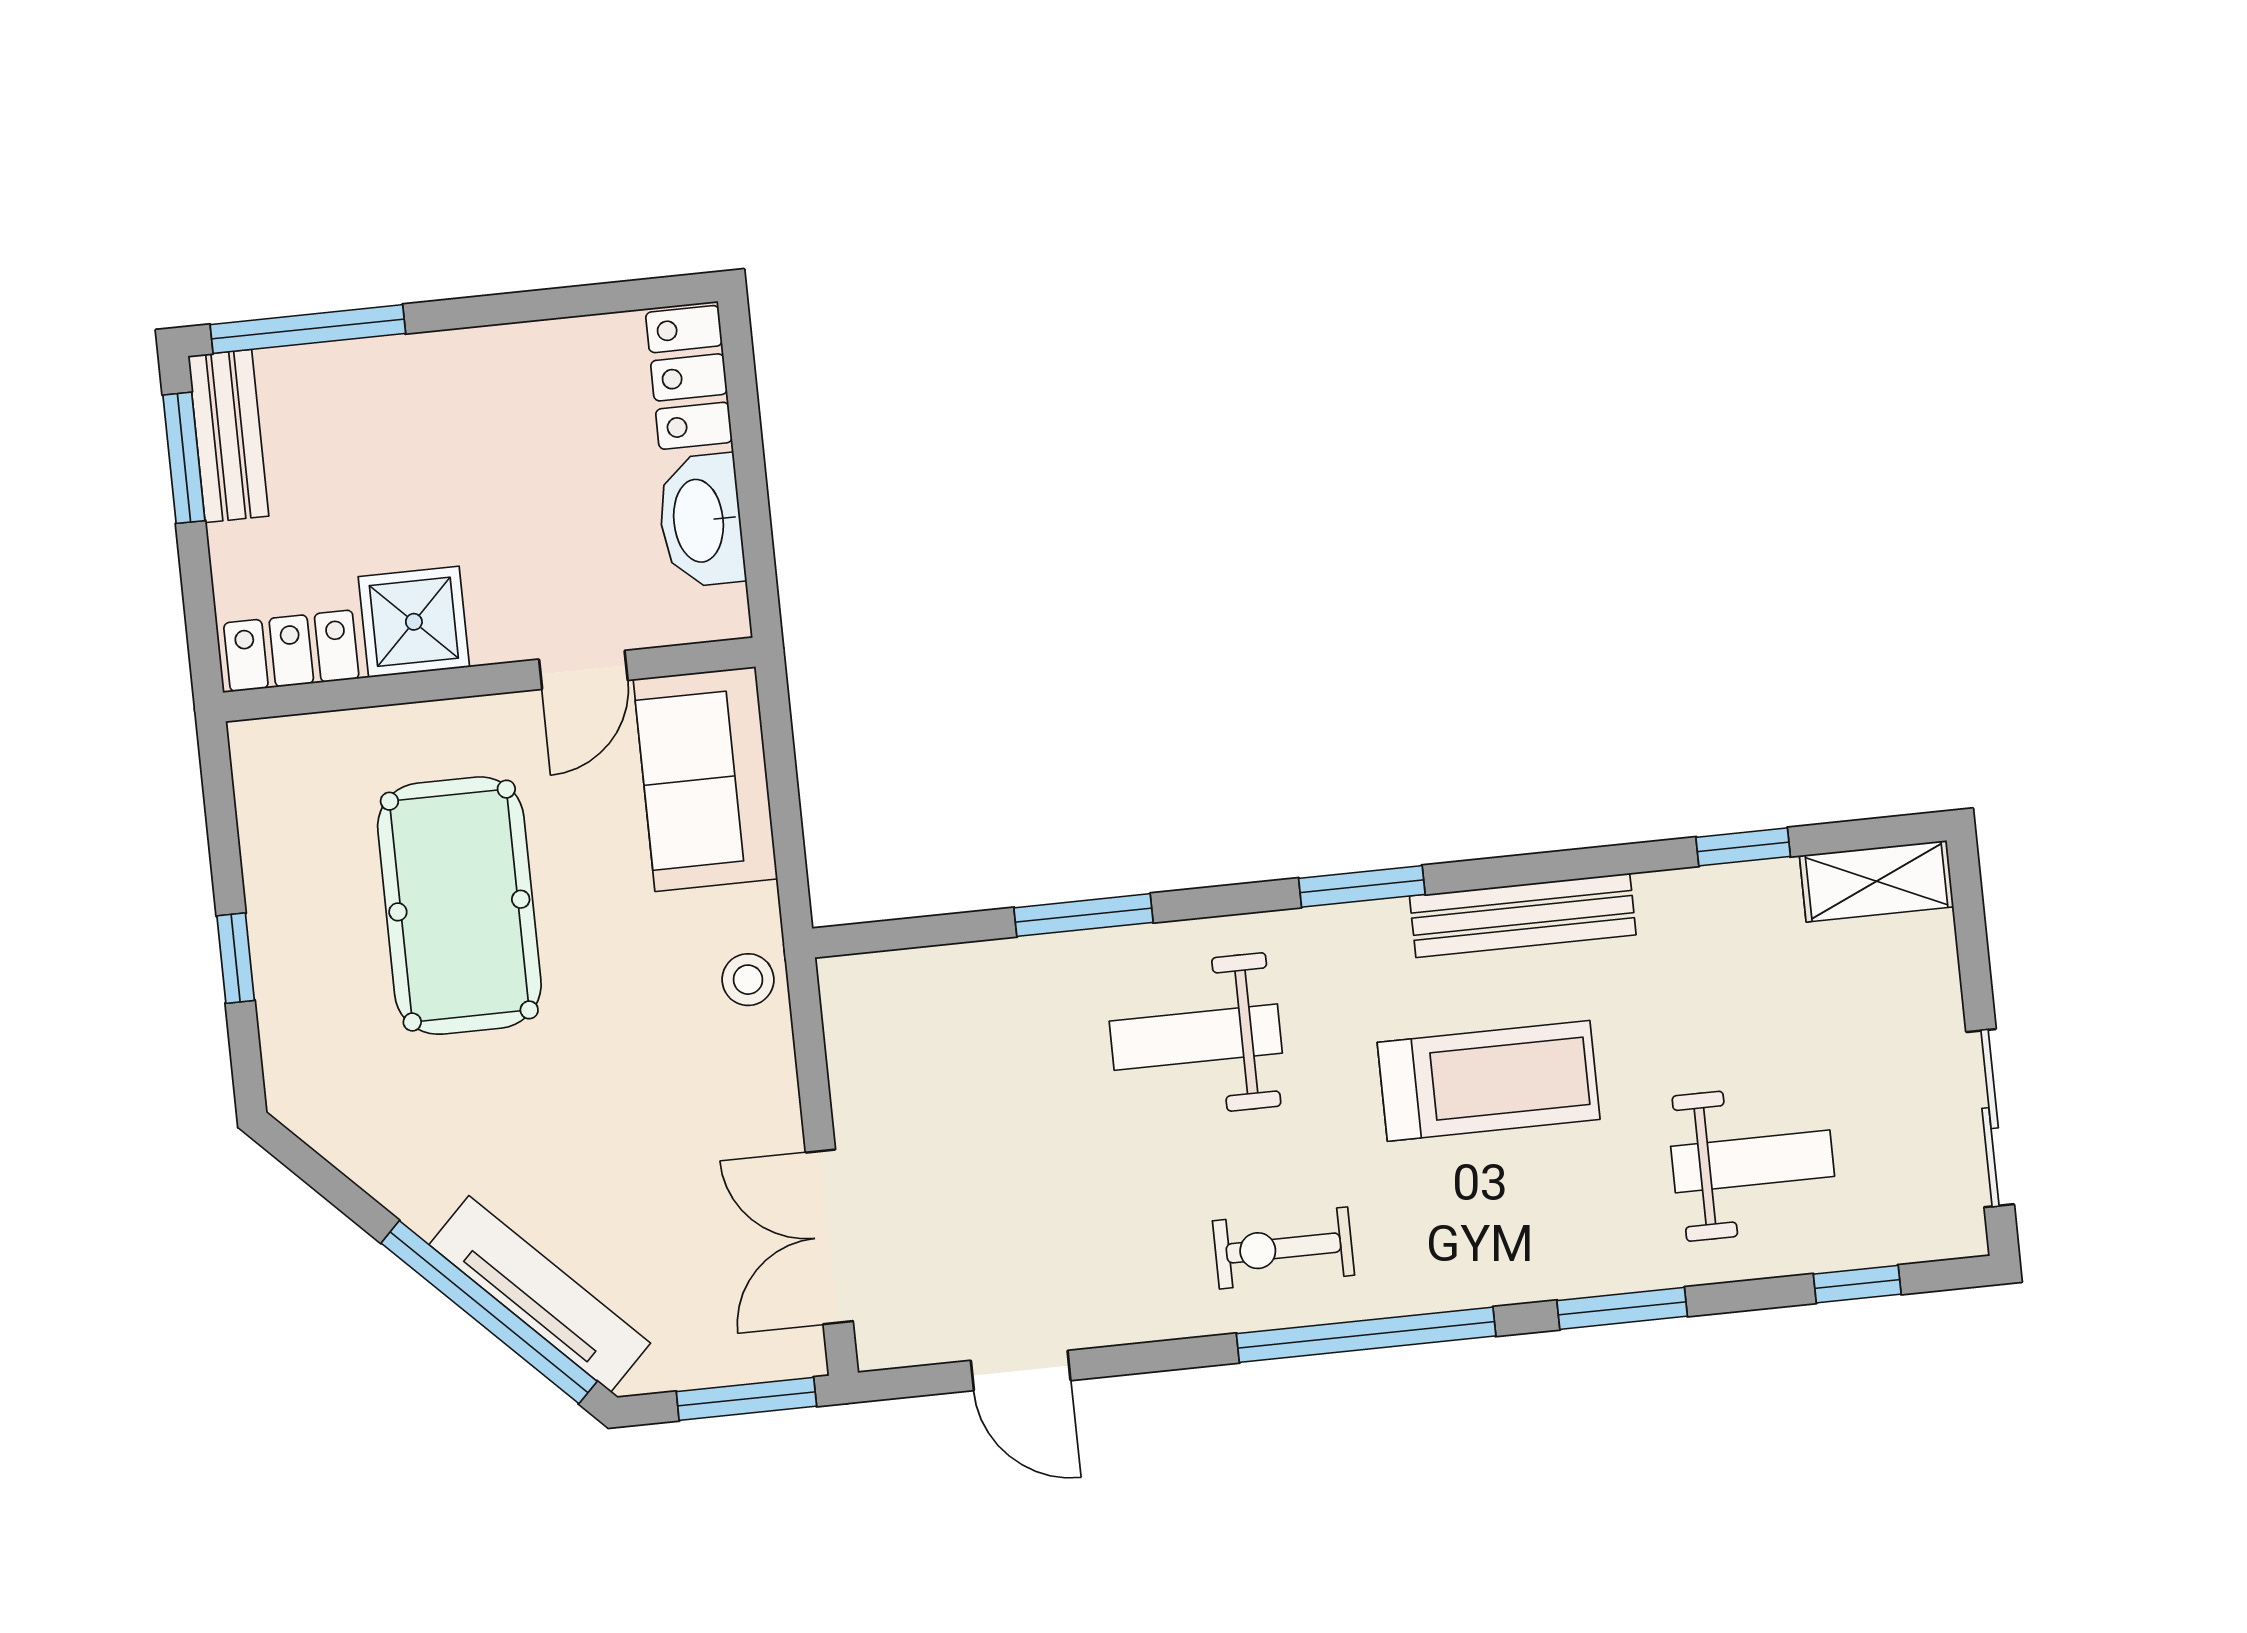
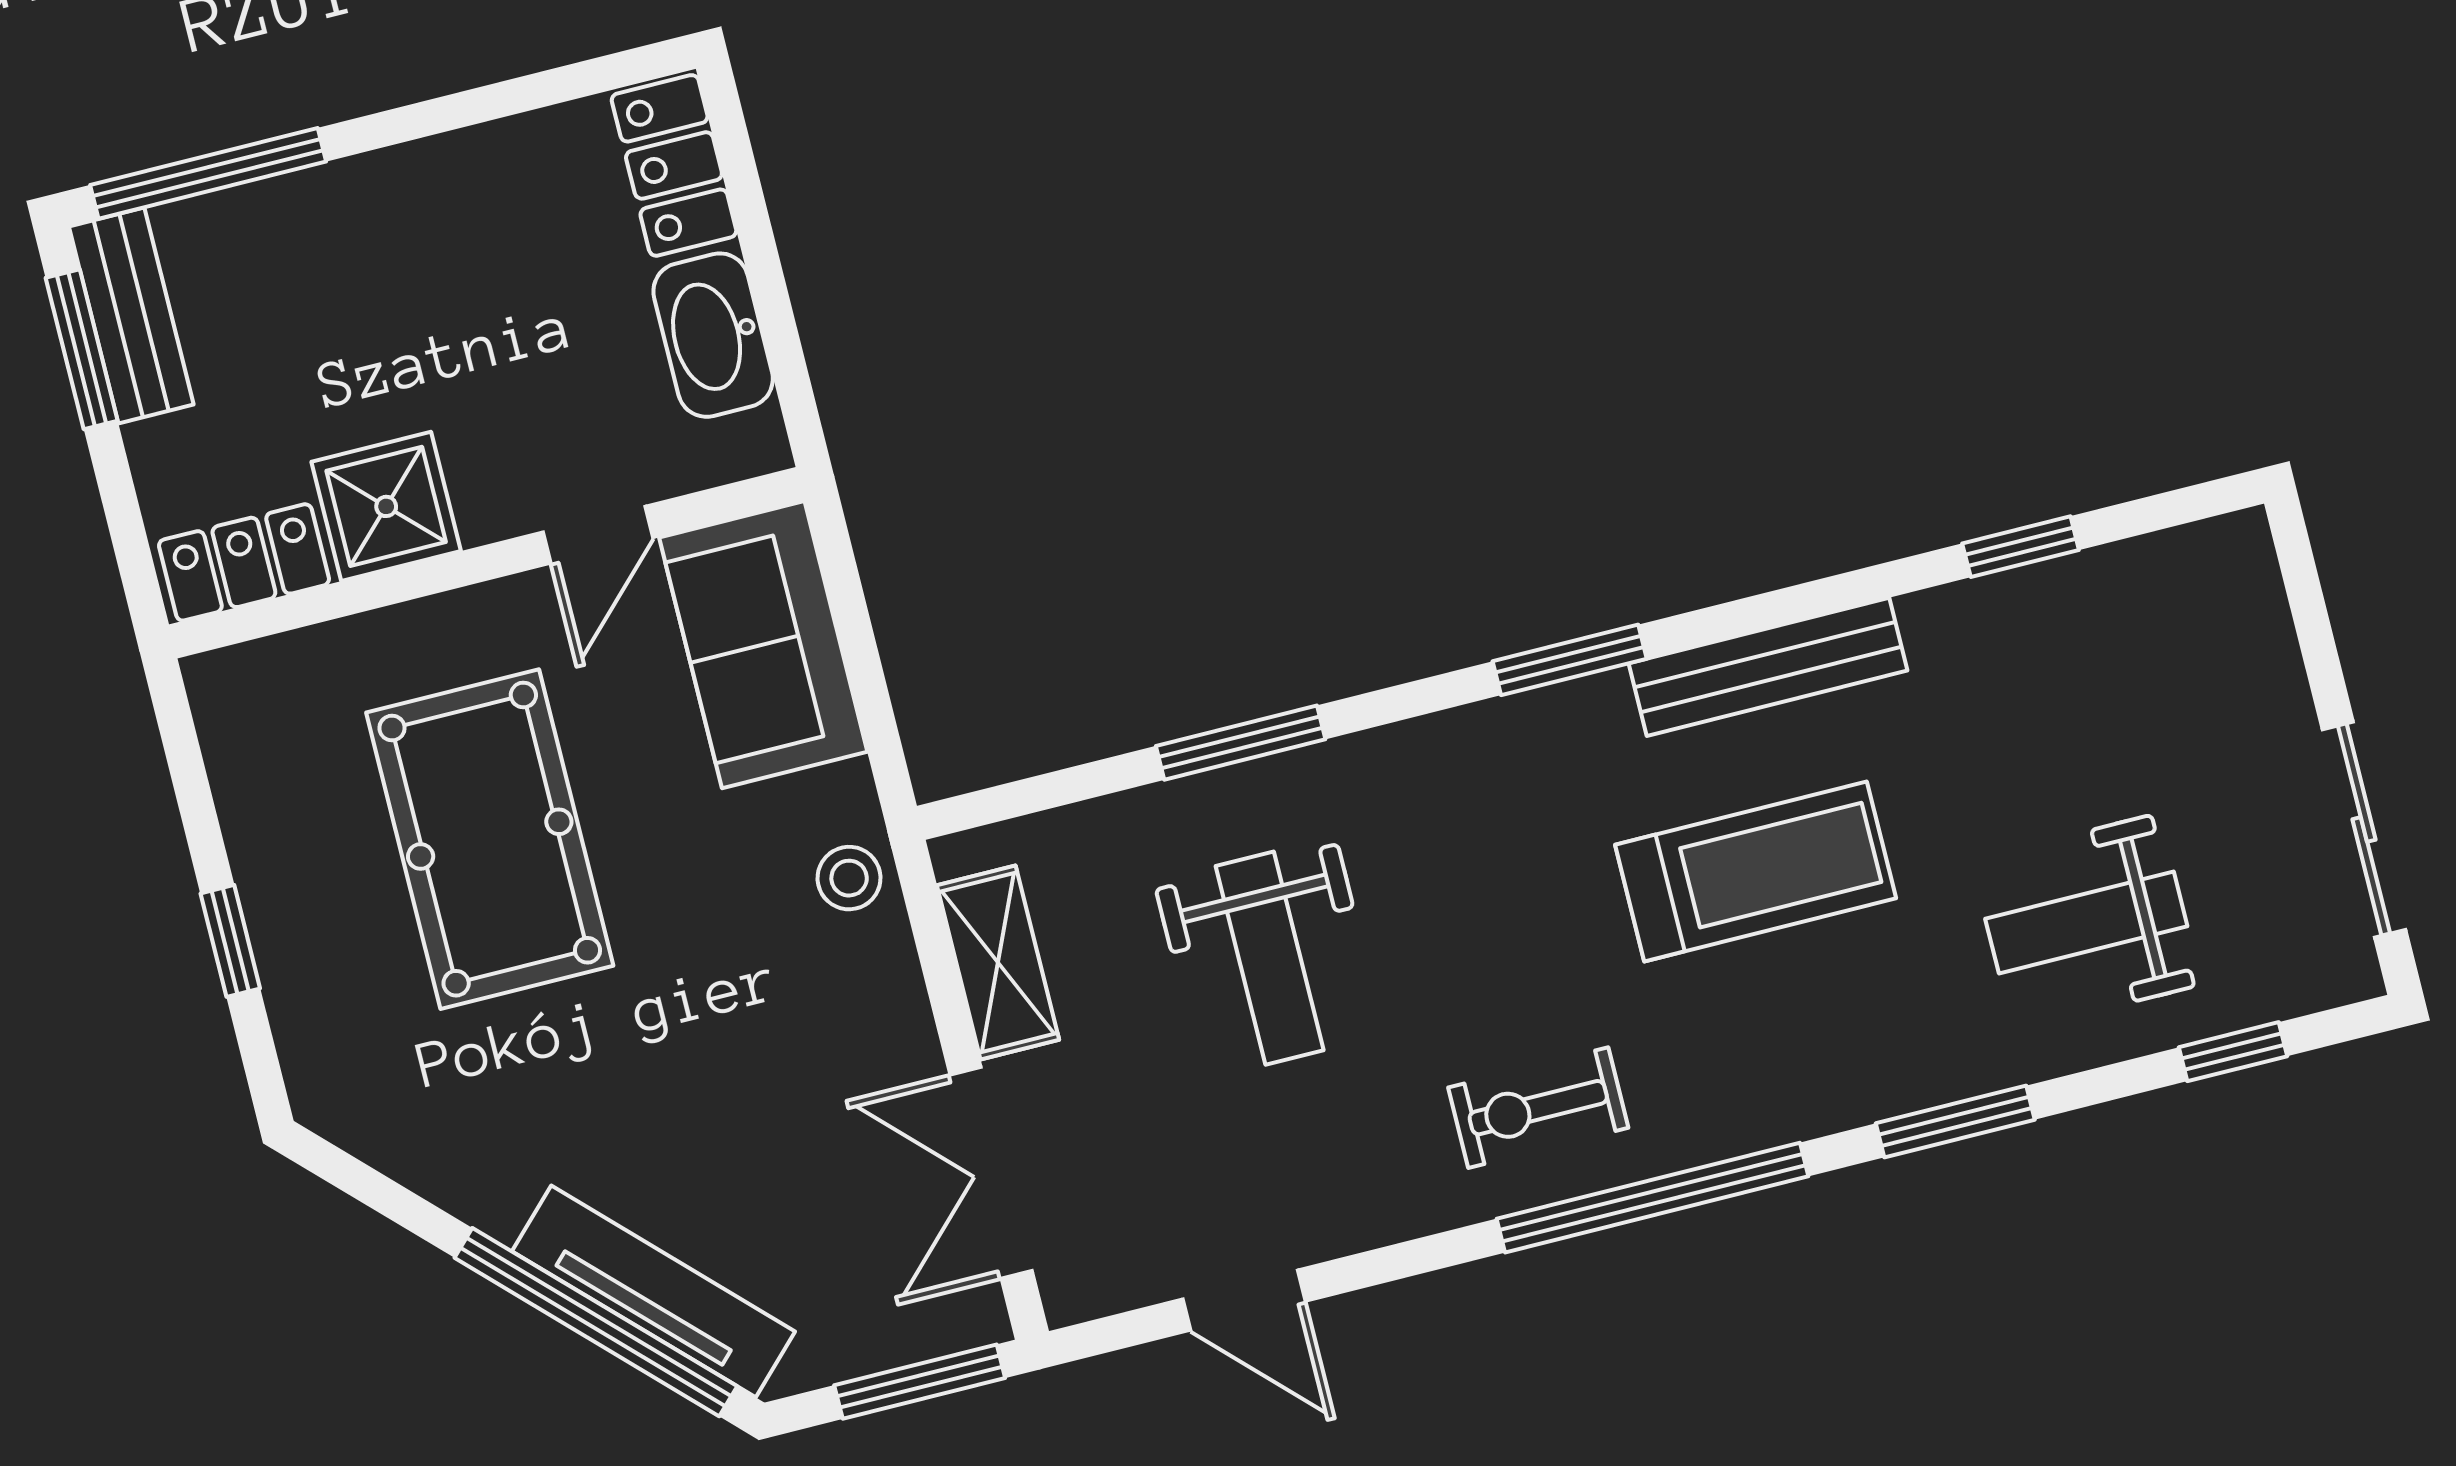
shelving: (1877, 881) -> (998, 963), moved, turned 90
weight bench: (1196, 1037) -> (1270, 958), moved, turned -90
weight bench: (1753, 1161) -> (2086, 922), turned 180

